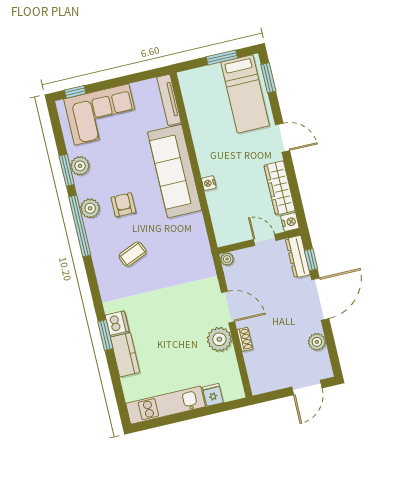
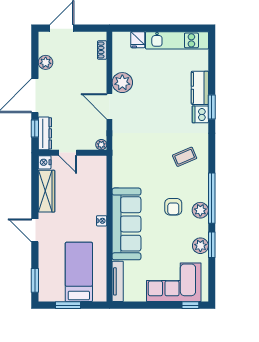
bed: (245, 94) -> (79, 272), moved
nightstand: (209, 183) -> (102, 221), moved
coffee table: (133, 254) -> (185, 157), moved
shoe rack: (245, 339) -> (102, 50), moved

